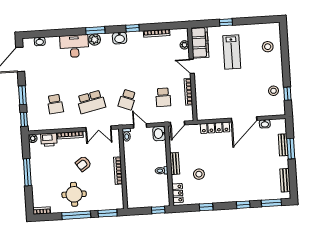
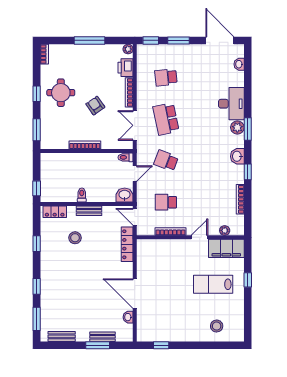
stool: (274, 91) -> (165, 330), removed
locker: (215, 128) -> (127, 244), moved
window: (76, 215) -> (37, 94), width x0.46

